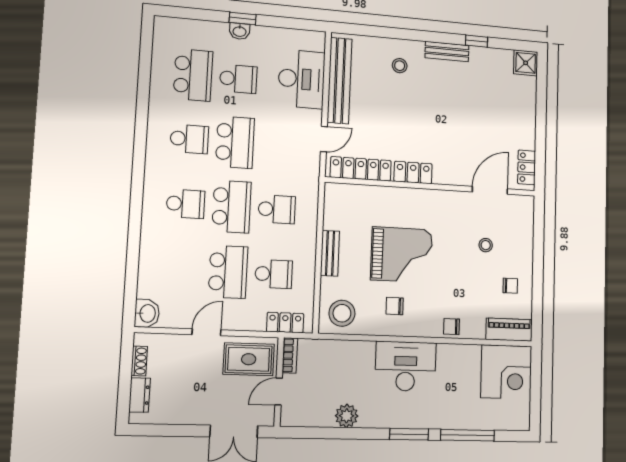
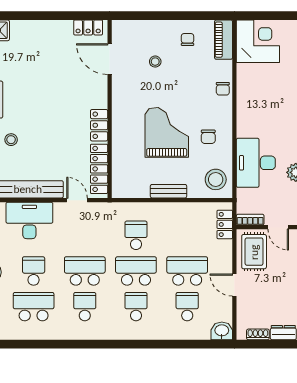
school desk: (274, 274) -> (187, 307), moved
desk: (406, 366) -> (256, 163), moved

